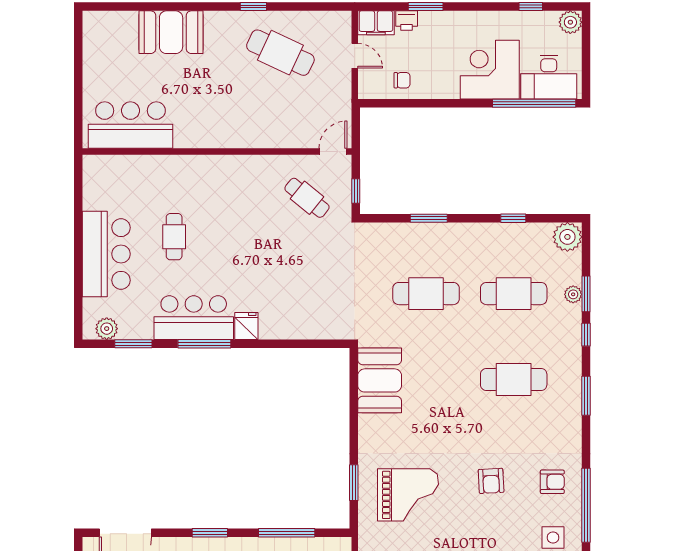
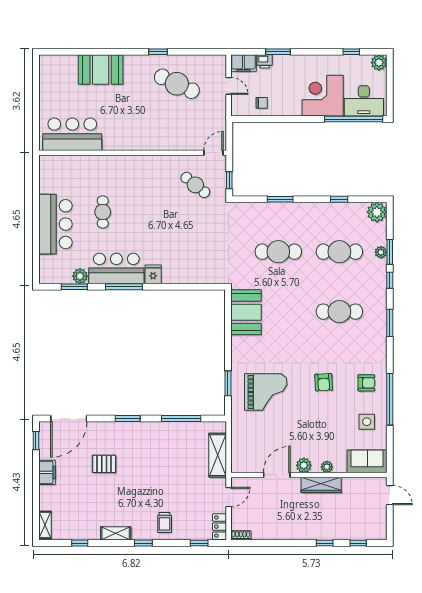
plant: (107, 329) -> (80, 276), moved

